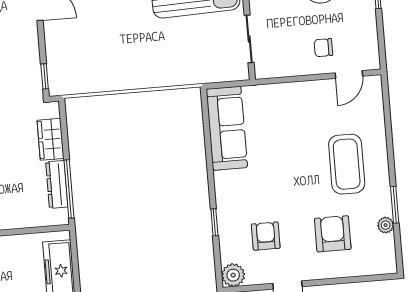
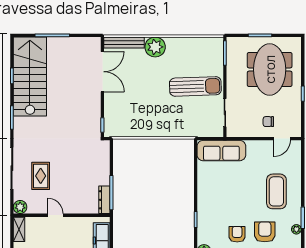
sofa: (227, 128) -> (221, 151), moved, turned 90
wardrobe: (51, 139) -> (103, 162), removed
dresser: (57, 184) -> (104, 200), moved
armchair: (266, 236) -> (237, 234), moved

